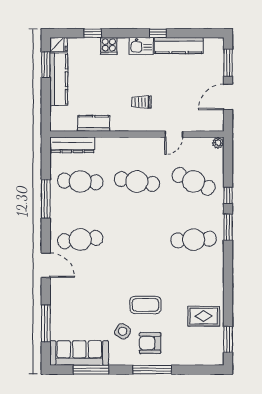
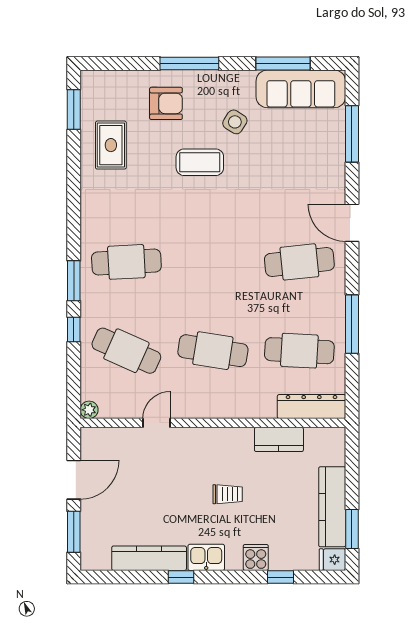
trolley: (141, 102) -> (228, 494), moved
rug: (204, 316) -> (111, 145), turned 90
armchair: (150, 343) -> (166, 103), moved

